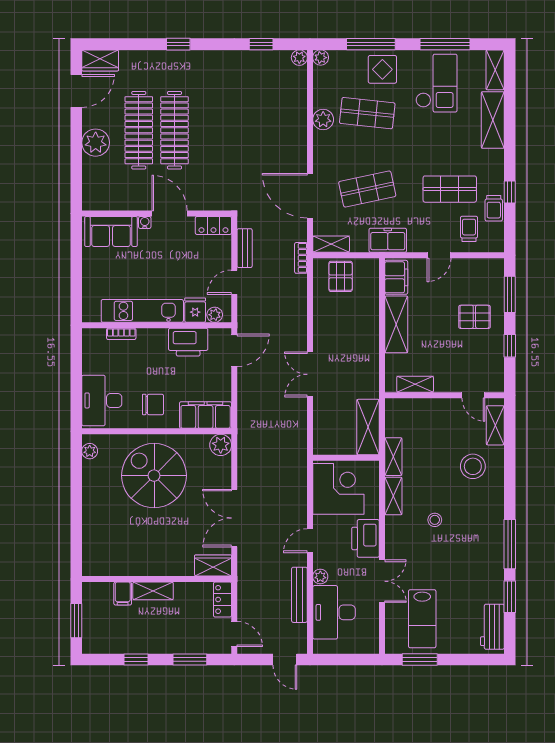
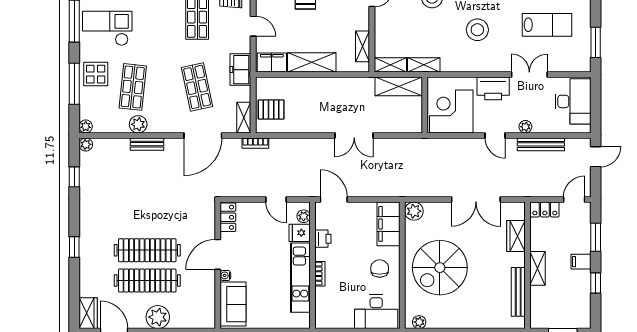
bench: (245, 248) -> (147, 144), moved
bookcase: (121, 334) -> (320, 274), moved
printer: (188, 342) -> (323, 239), width x0.53, depth x0.68
shelving: (393, 496) -> (390, 65), moved
stool: (435, 520) -> (477, 30), width x1.89, depth x1.89
wardrobe: (213, 565) -> (516, 236), moved
bench: (125, 568) -> (518, 292), added
filing cabinet: (123, 593) -> (581, 262), moved, turned 180
desk: (334, 612) -> (573, 101), moved, turned -90
lab bench: (422, 619) -> (547, 25), moved

